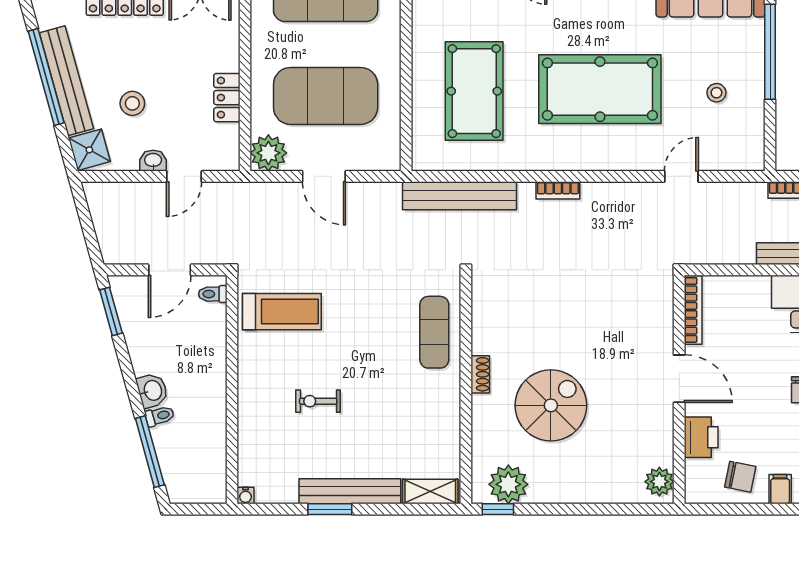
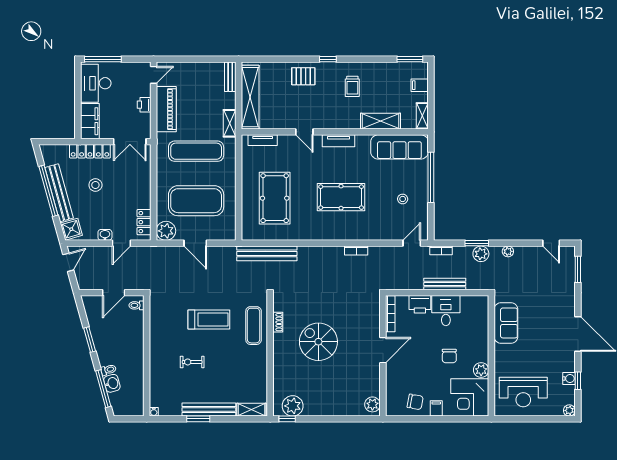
pool table: (600, 89) -> (341, 197), width x0.73, depth x0.76
locker: (227, 98) -> (144, 222), moved
stool: (132, 103) -> (95, 185), moved
door: (681, 176) -> (412, 243), moved
bookcase: (558, 190) -> (356, 251), moved
door: (84, 212) -> (68, 262), added
window: (111, 311) -> (90, 340), moved
treadmill: (282, 312) -> (209, 320), moved
shoe rack: (480, 374) -> (278, 322), moved
door: (679, 379) -> (383, 350), hinge flipped
washbasin: (152, 391) -> (112, 383), moved
spiral stairs: (551, 405) -> (318, 342), moved, turned -90
printer: (701, 437) -> (420, 304), moved, turned 90

